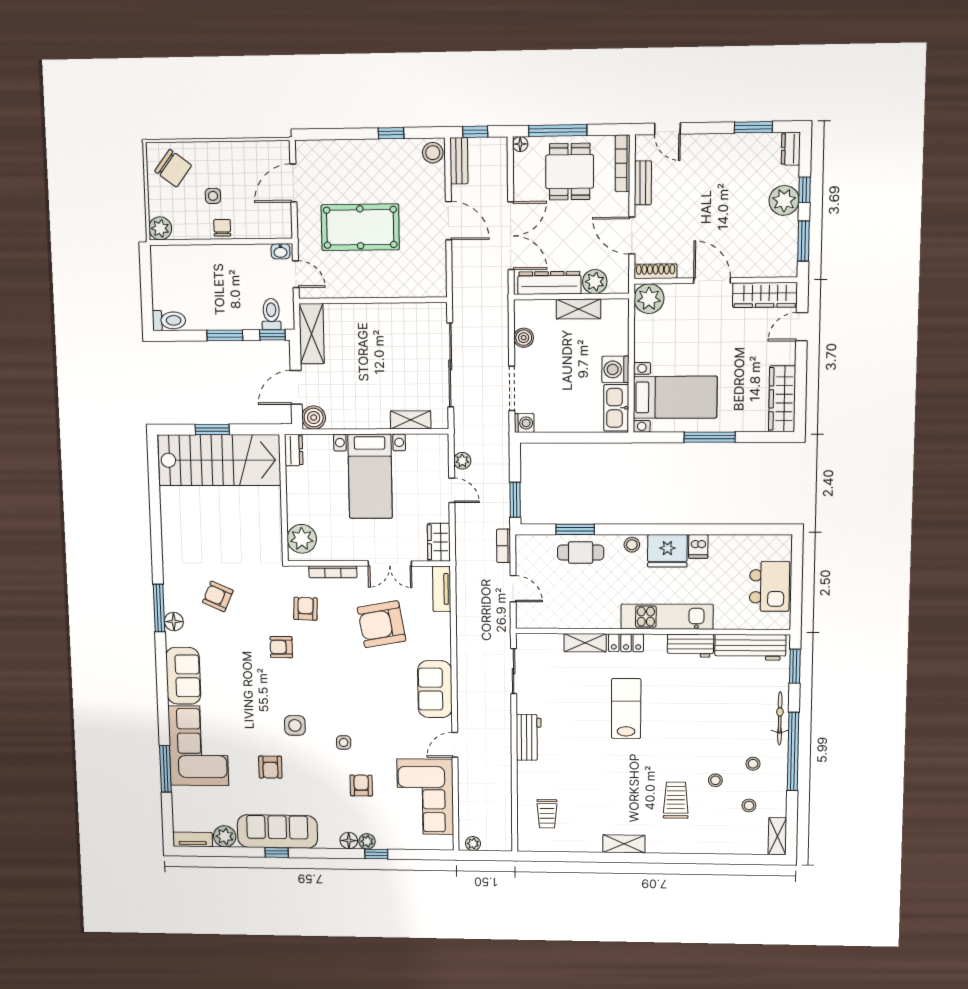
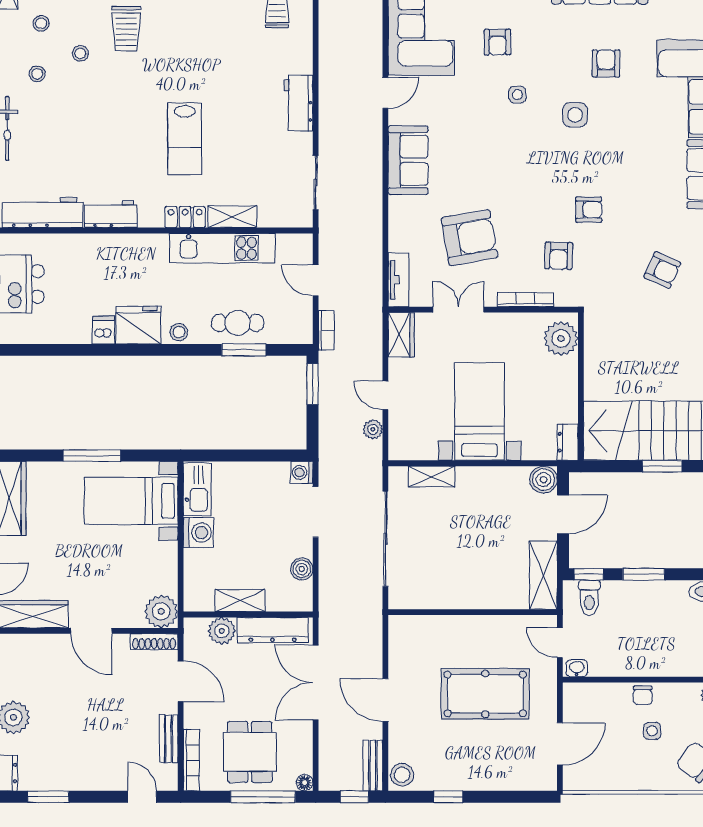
kitchen unit: (667, 617) -> (222, 248), moved

